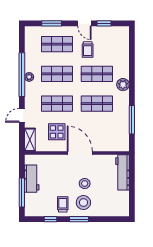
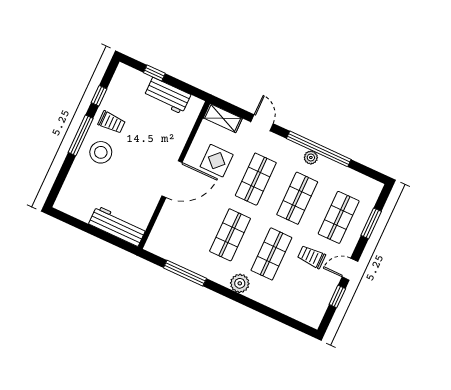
stool: (85, 183) -> (127, 166), removed
window: (22, 192) -> (154, 73), width x0.46
window: (79, 219) -> (81, 135), width x1.44

